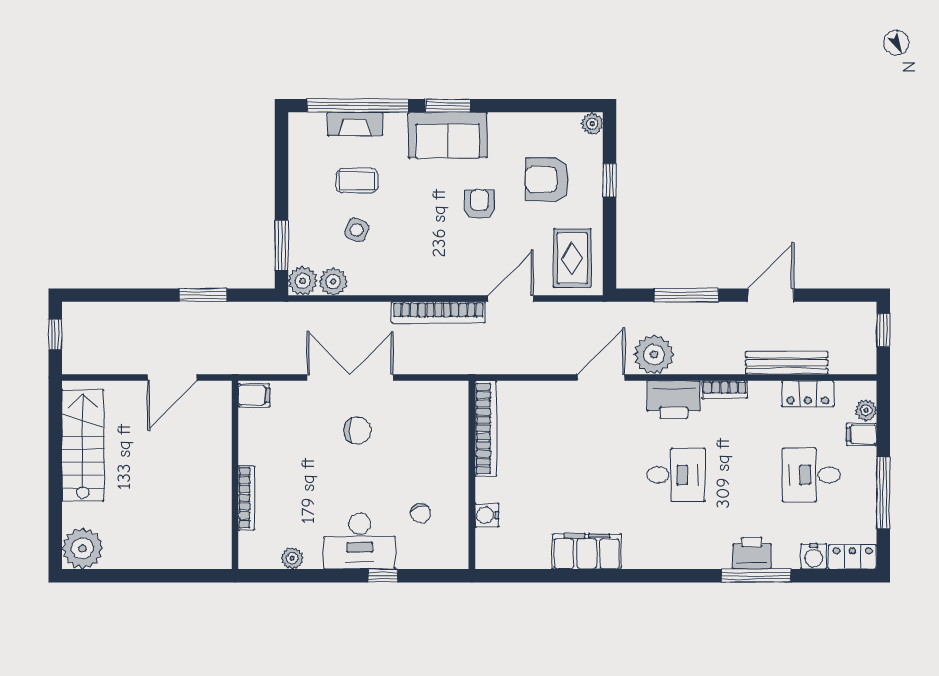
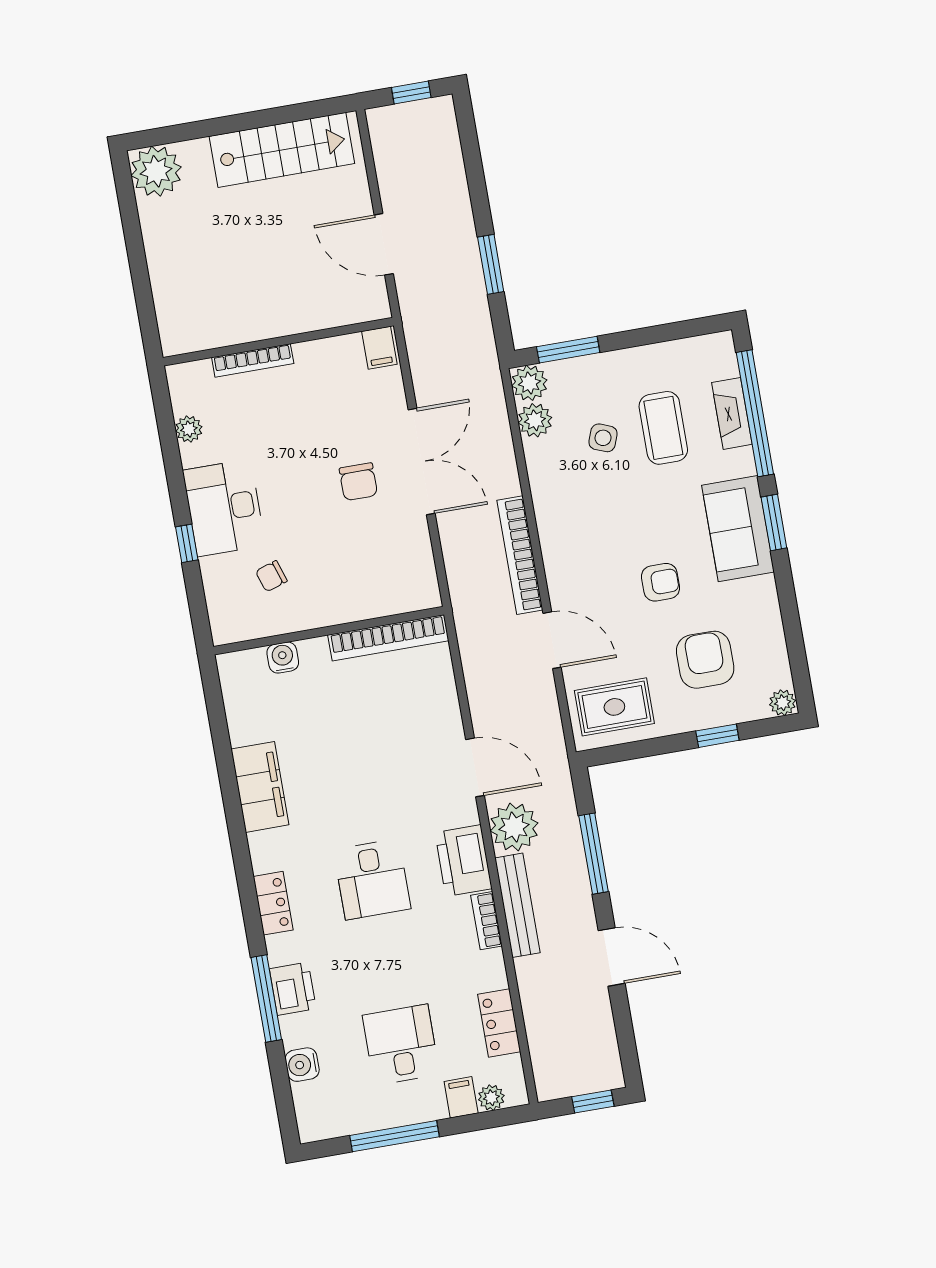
coffee table: (357, 181) -> (663, 428), width x1.36, depth x1.30
bench: (787, 363) -> (517, 905), moved
locker: (853, 557) -> (273, 903), moved

